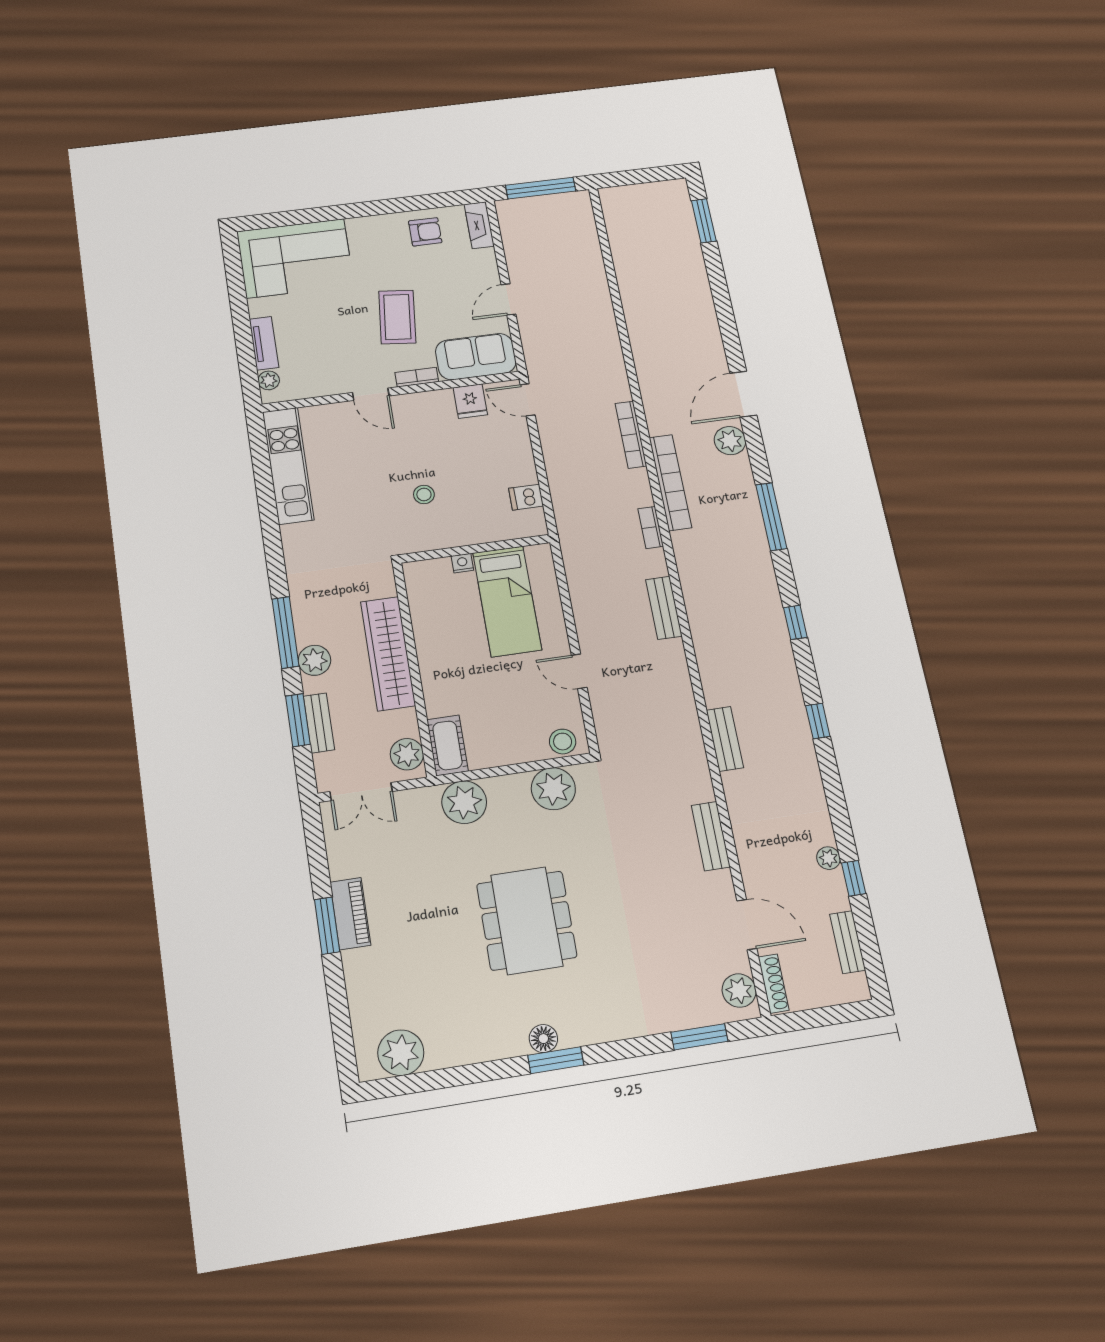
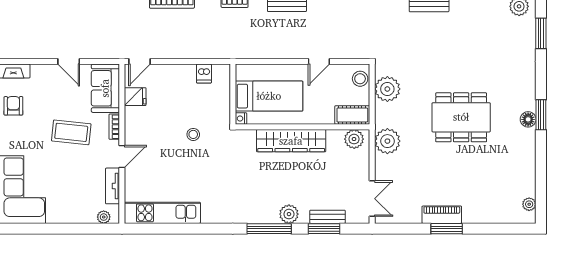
tv unit: (264, 343) -> (113, 186), moved, turned -90
wardrobe: (388, 653) -> (291, 141), moved
wall: (414, 668) -> (302, 127), moved
cot: (447, 745) -> (352, 115), moved
plant: (407, 754) -> (354, 139), moved
plant: (401, 1053) -> (529, 204), width x0.53, depth x0.53

